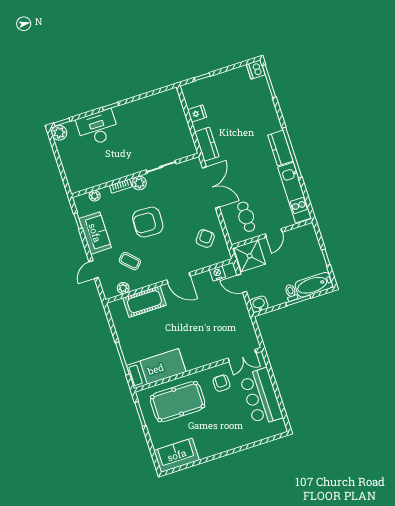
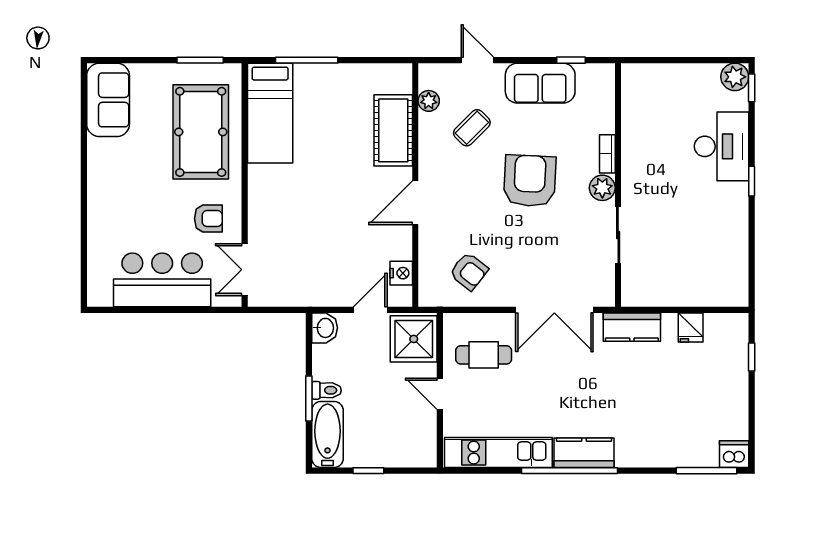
plant: (95, 196) -> (605, 103), removed

